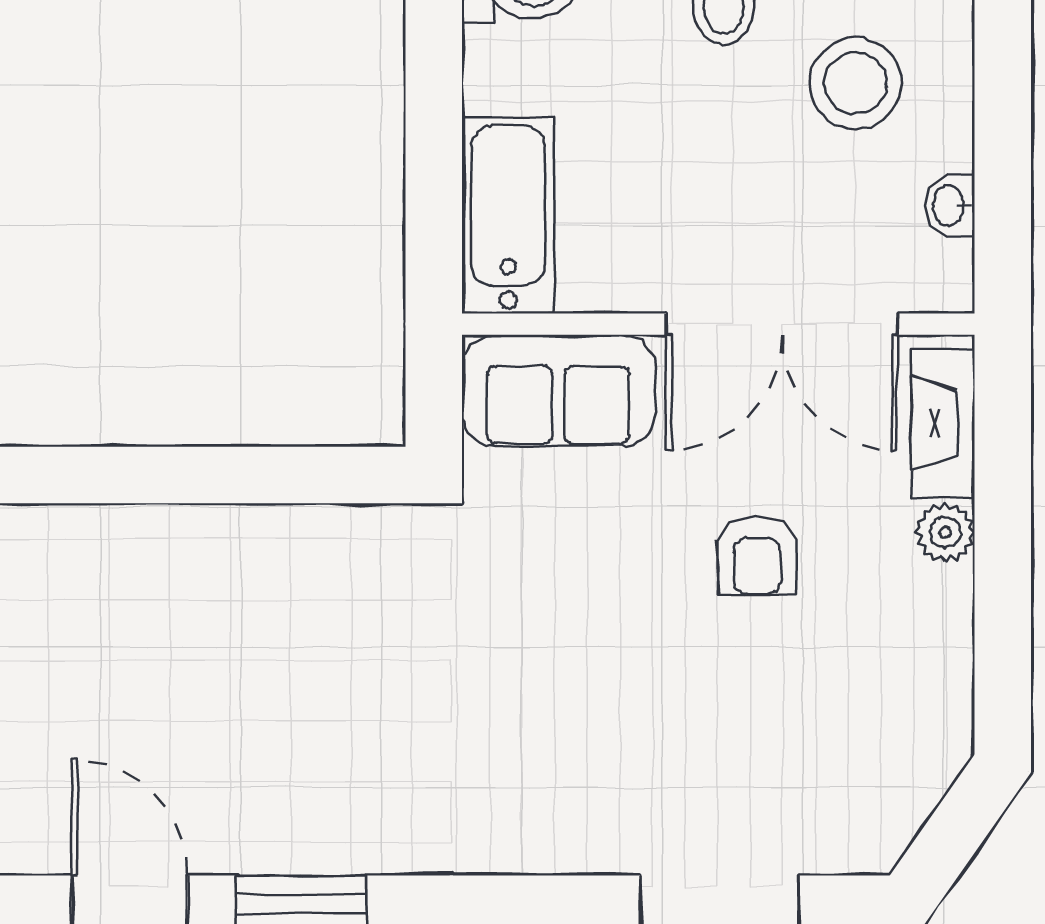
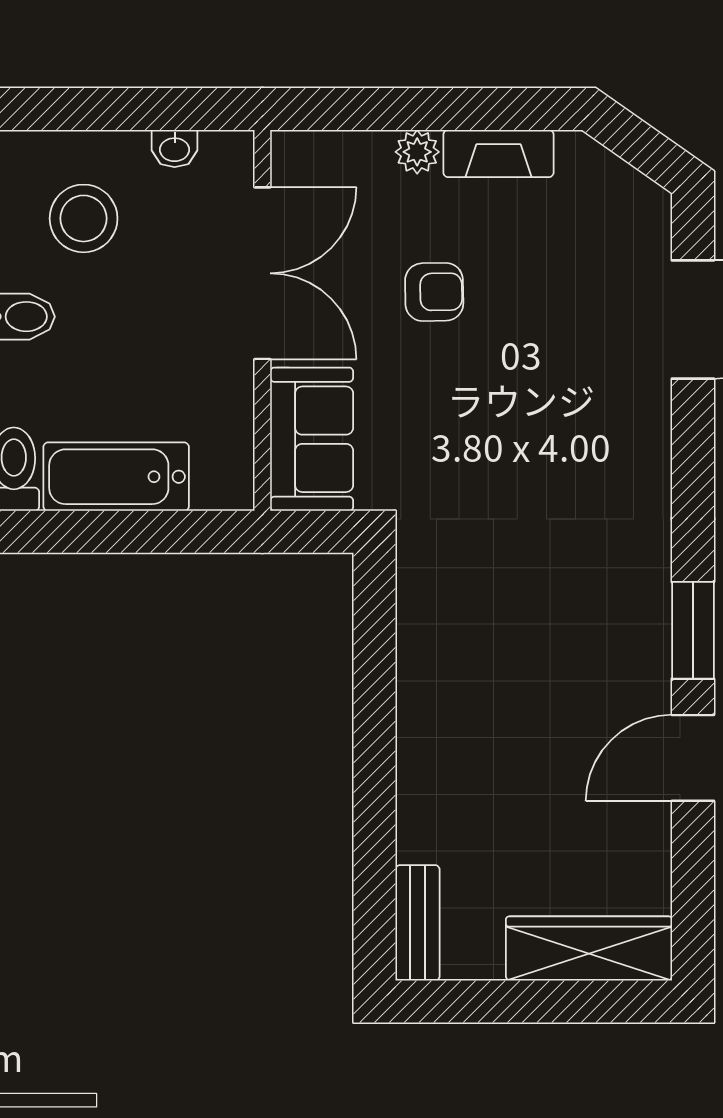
bathtub: (508, 216) -> (116, 477), moved
fireplace: (943, 423) -> (498, 154), moved

